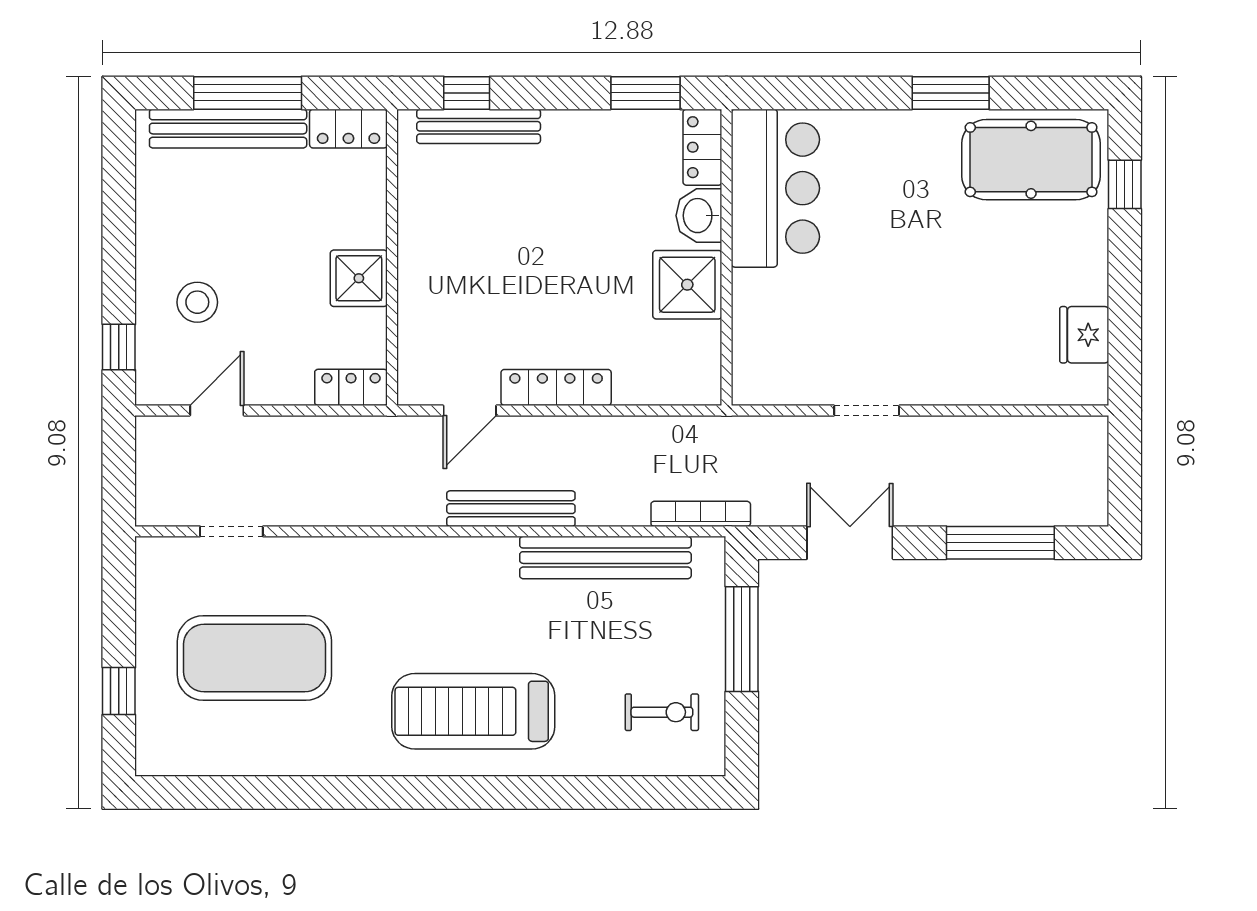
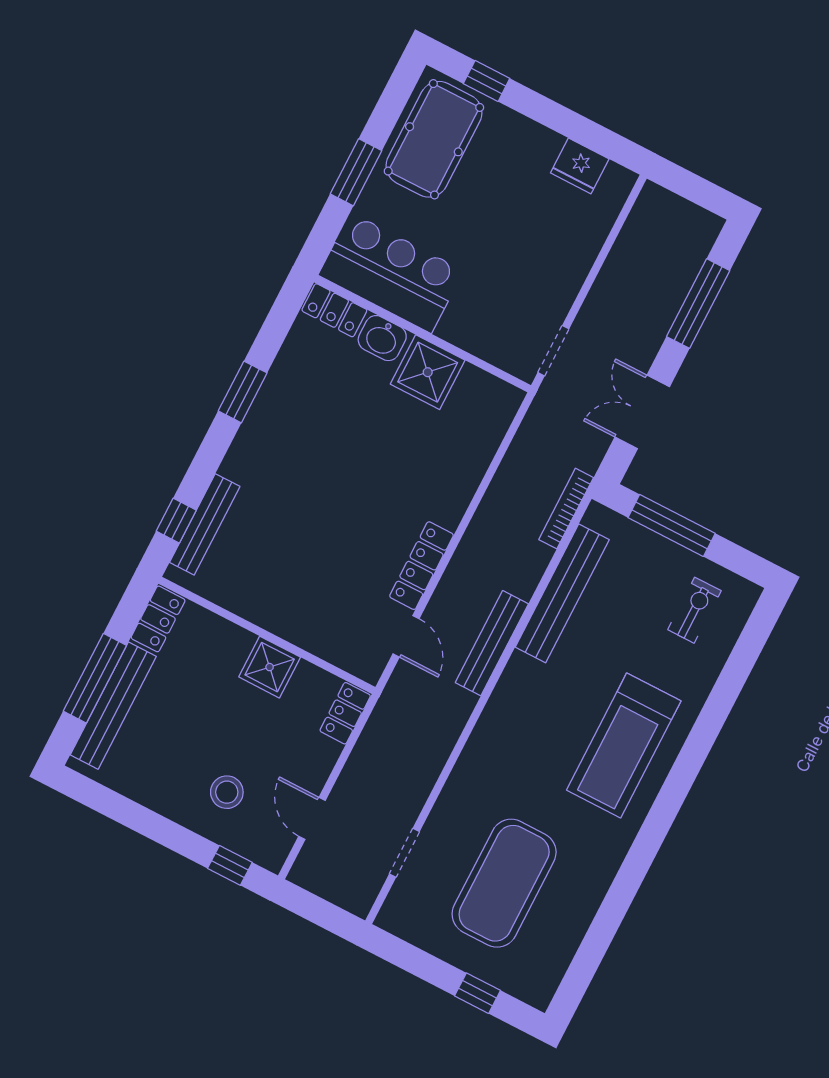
locker: (702, 147) -> (334, 310), moved
bar counter: (775, 188) -> (391, 273), moved
washbasin: (699, 216) -> (382, 338), moved
wall: (727, 257) -> (423, 334), moved
shower: (687, 285) -> (428, 372), moved

